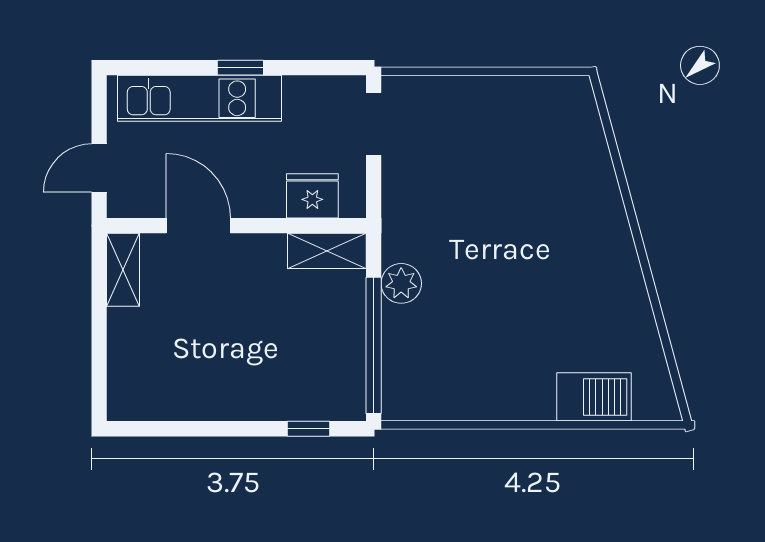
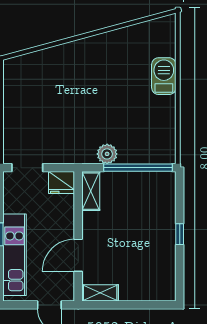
fridge: (312, 196) -> (62, 183), moved, turned -90
barbecue: (594, 397) -> (164, 76), moved
window: (309, 429) -> (180, 234), moved

